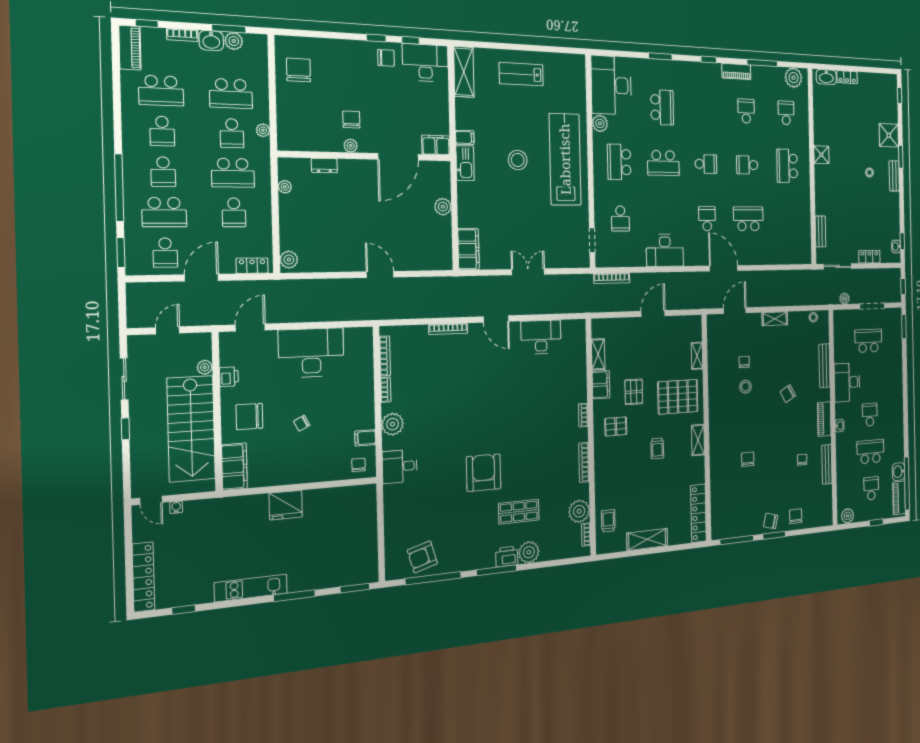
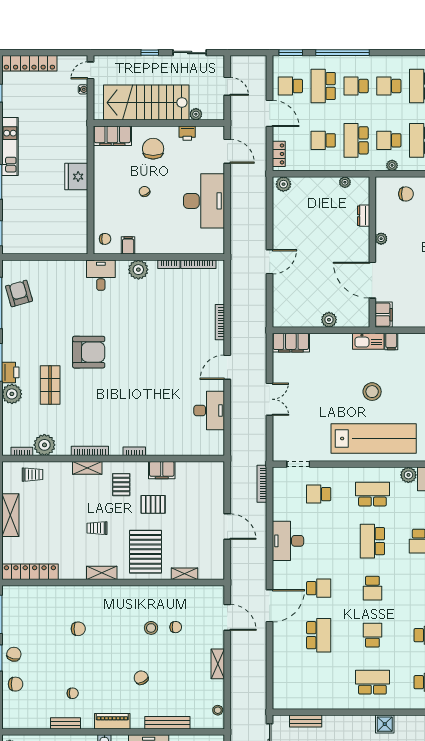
chair: (351, 119) -> (406, 194), moved
shelving: (598, 354) -> (87, 468), moved
bench: (827, 464) -> (65, 723), width x0.73

